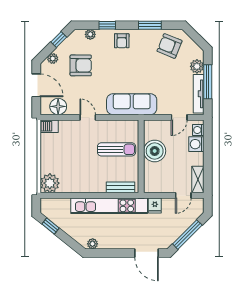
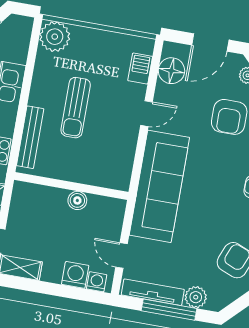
sofa: (132, 104) -> (159, 186), width x1.36, depth x1.27
barbecue: (49, 126) -> (140, 69), moved
sun lounger: (117, 149) -> (76, 108), moved
boiler: (155, 151) -> (77, 200), width x0.54, depth x0.54
bench: (120, 187) -> (30, 137), width x1.36

